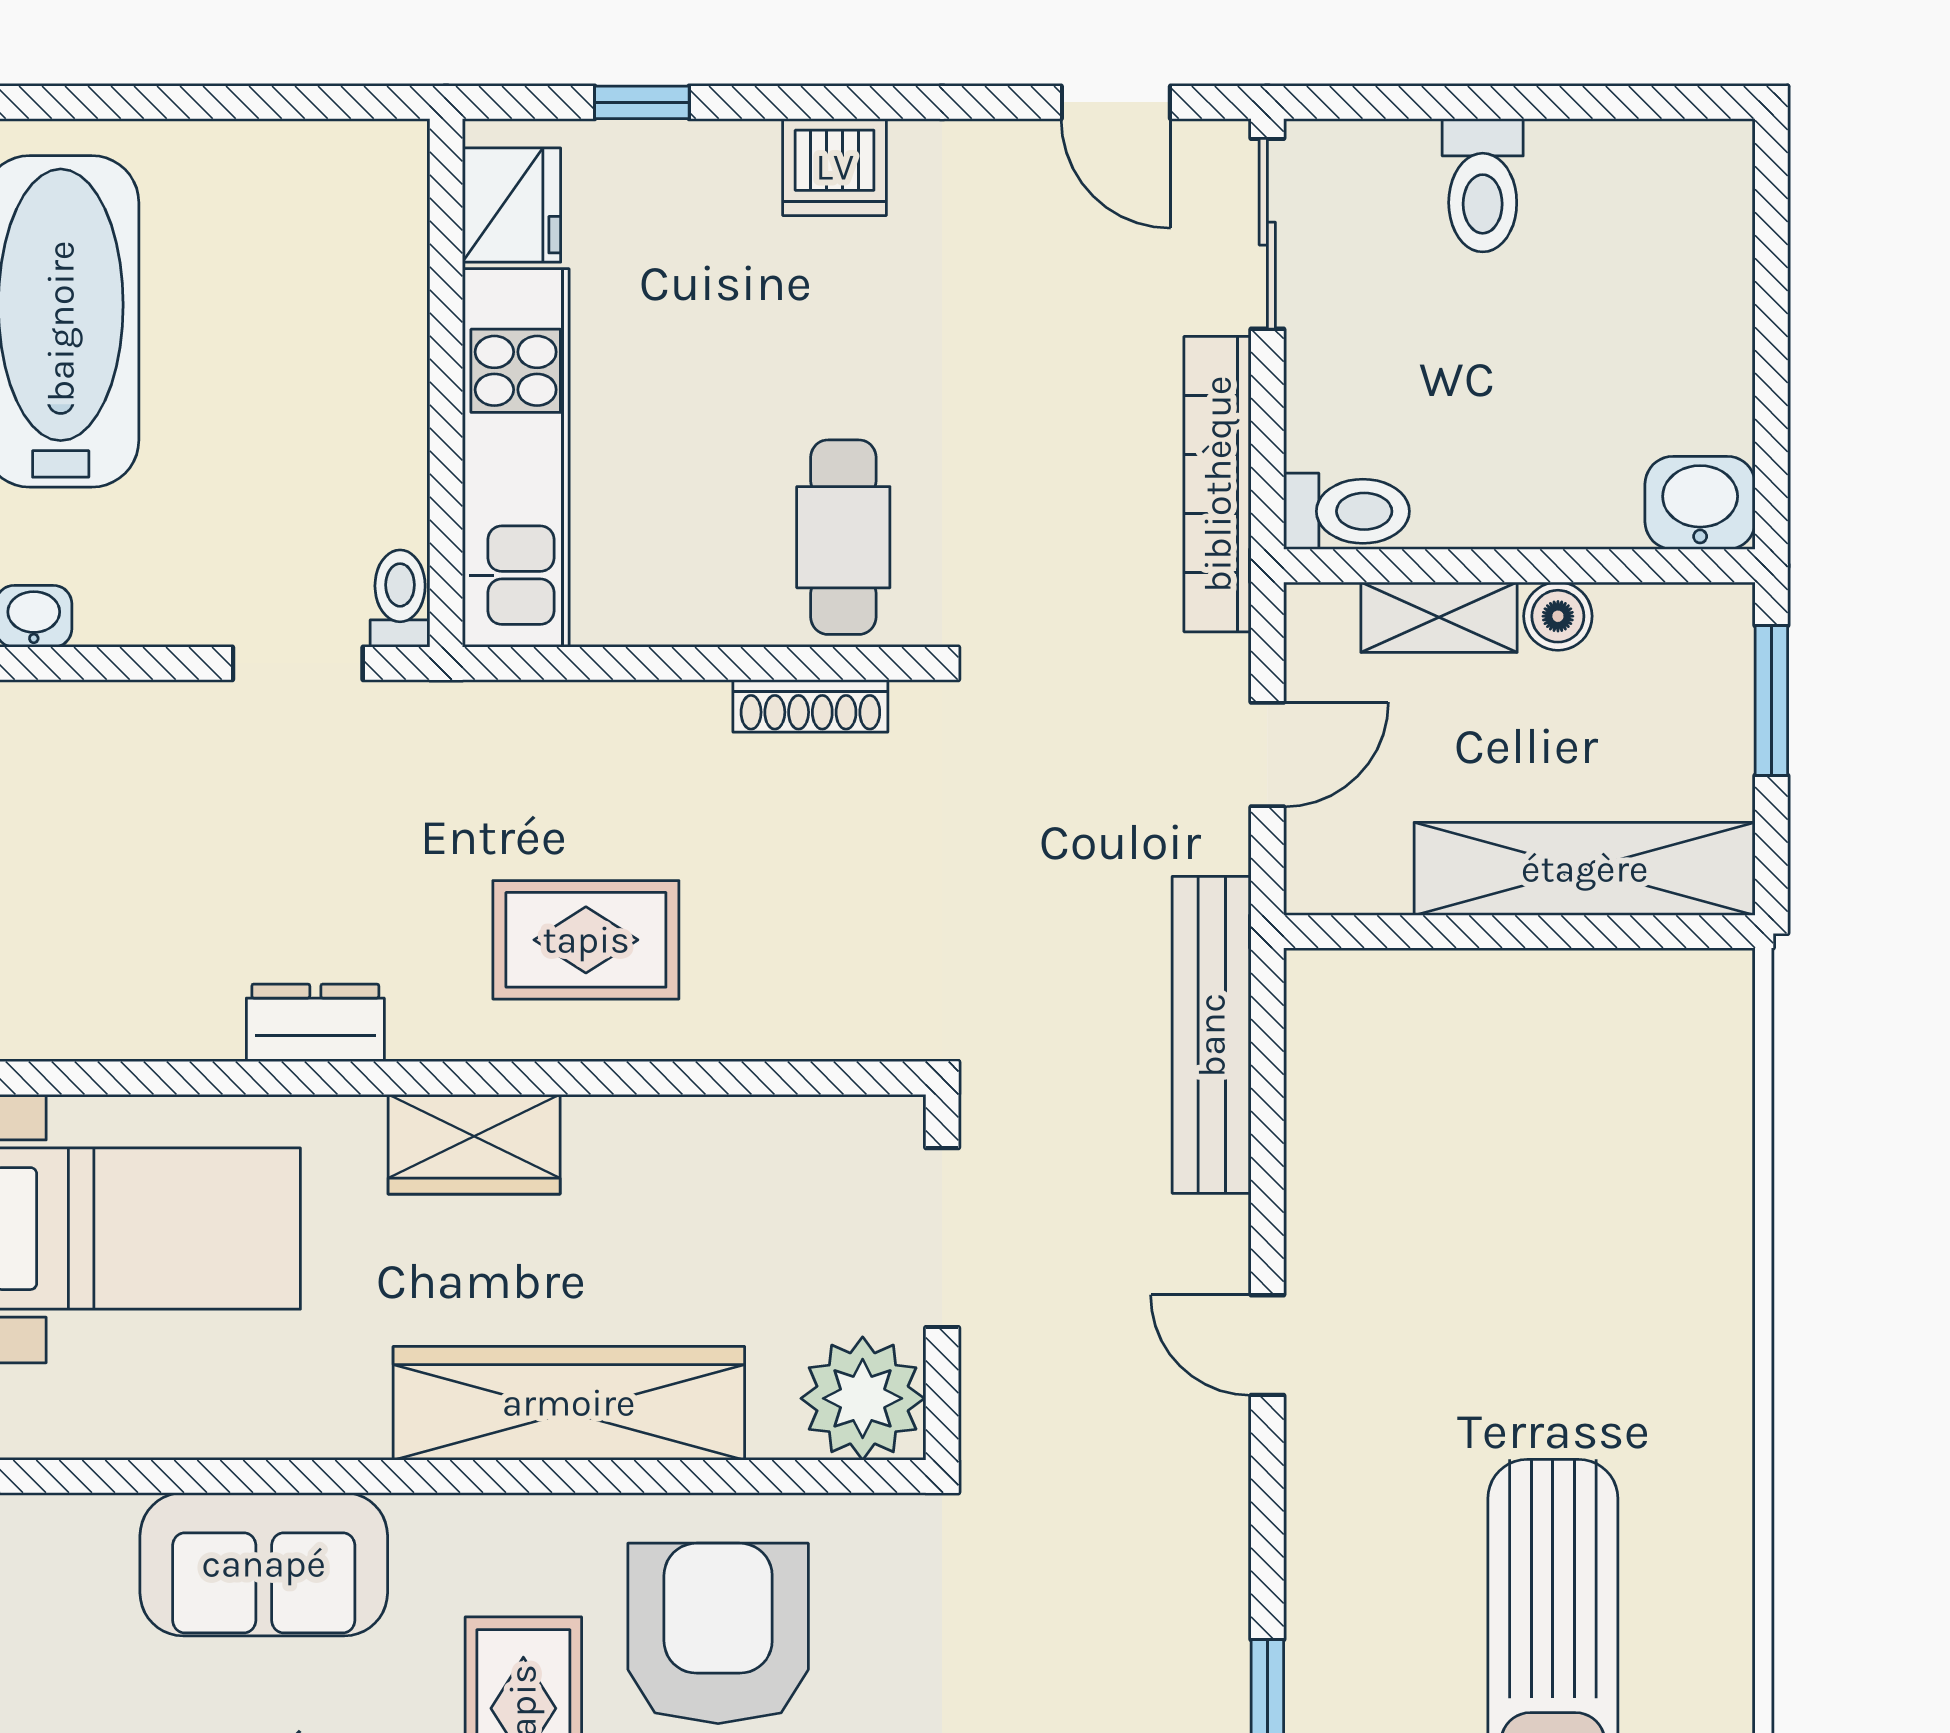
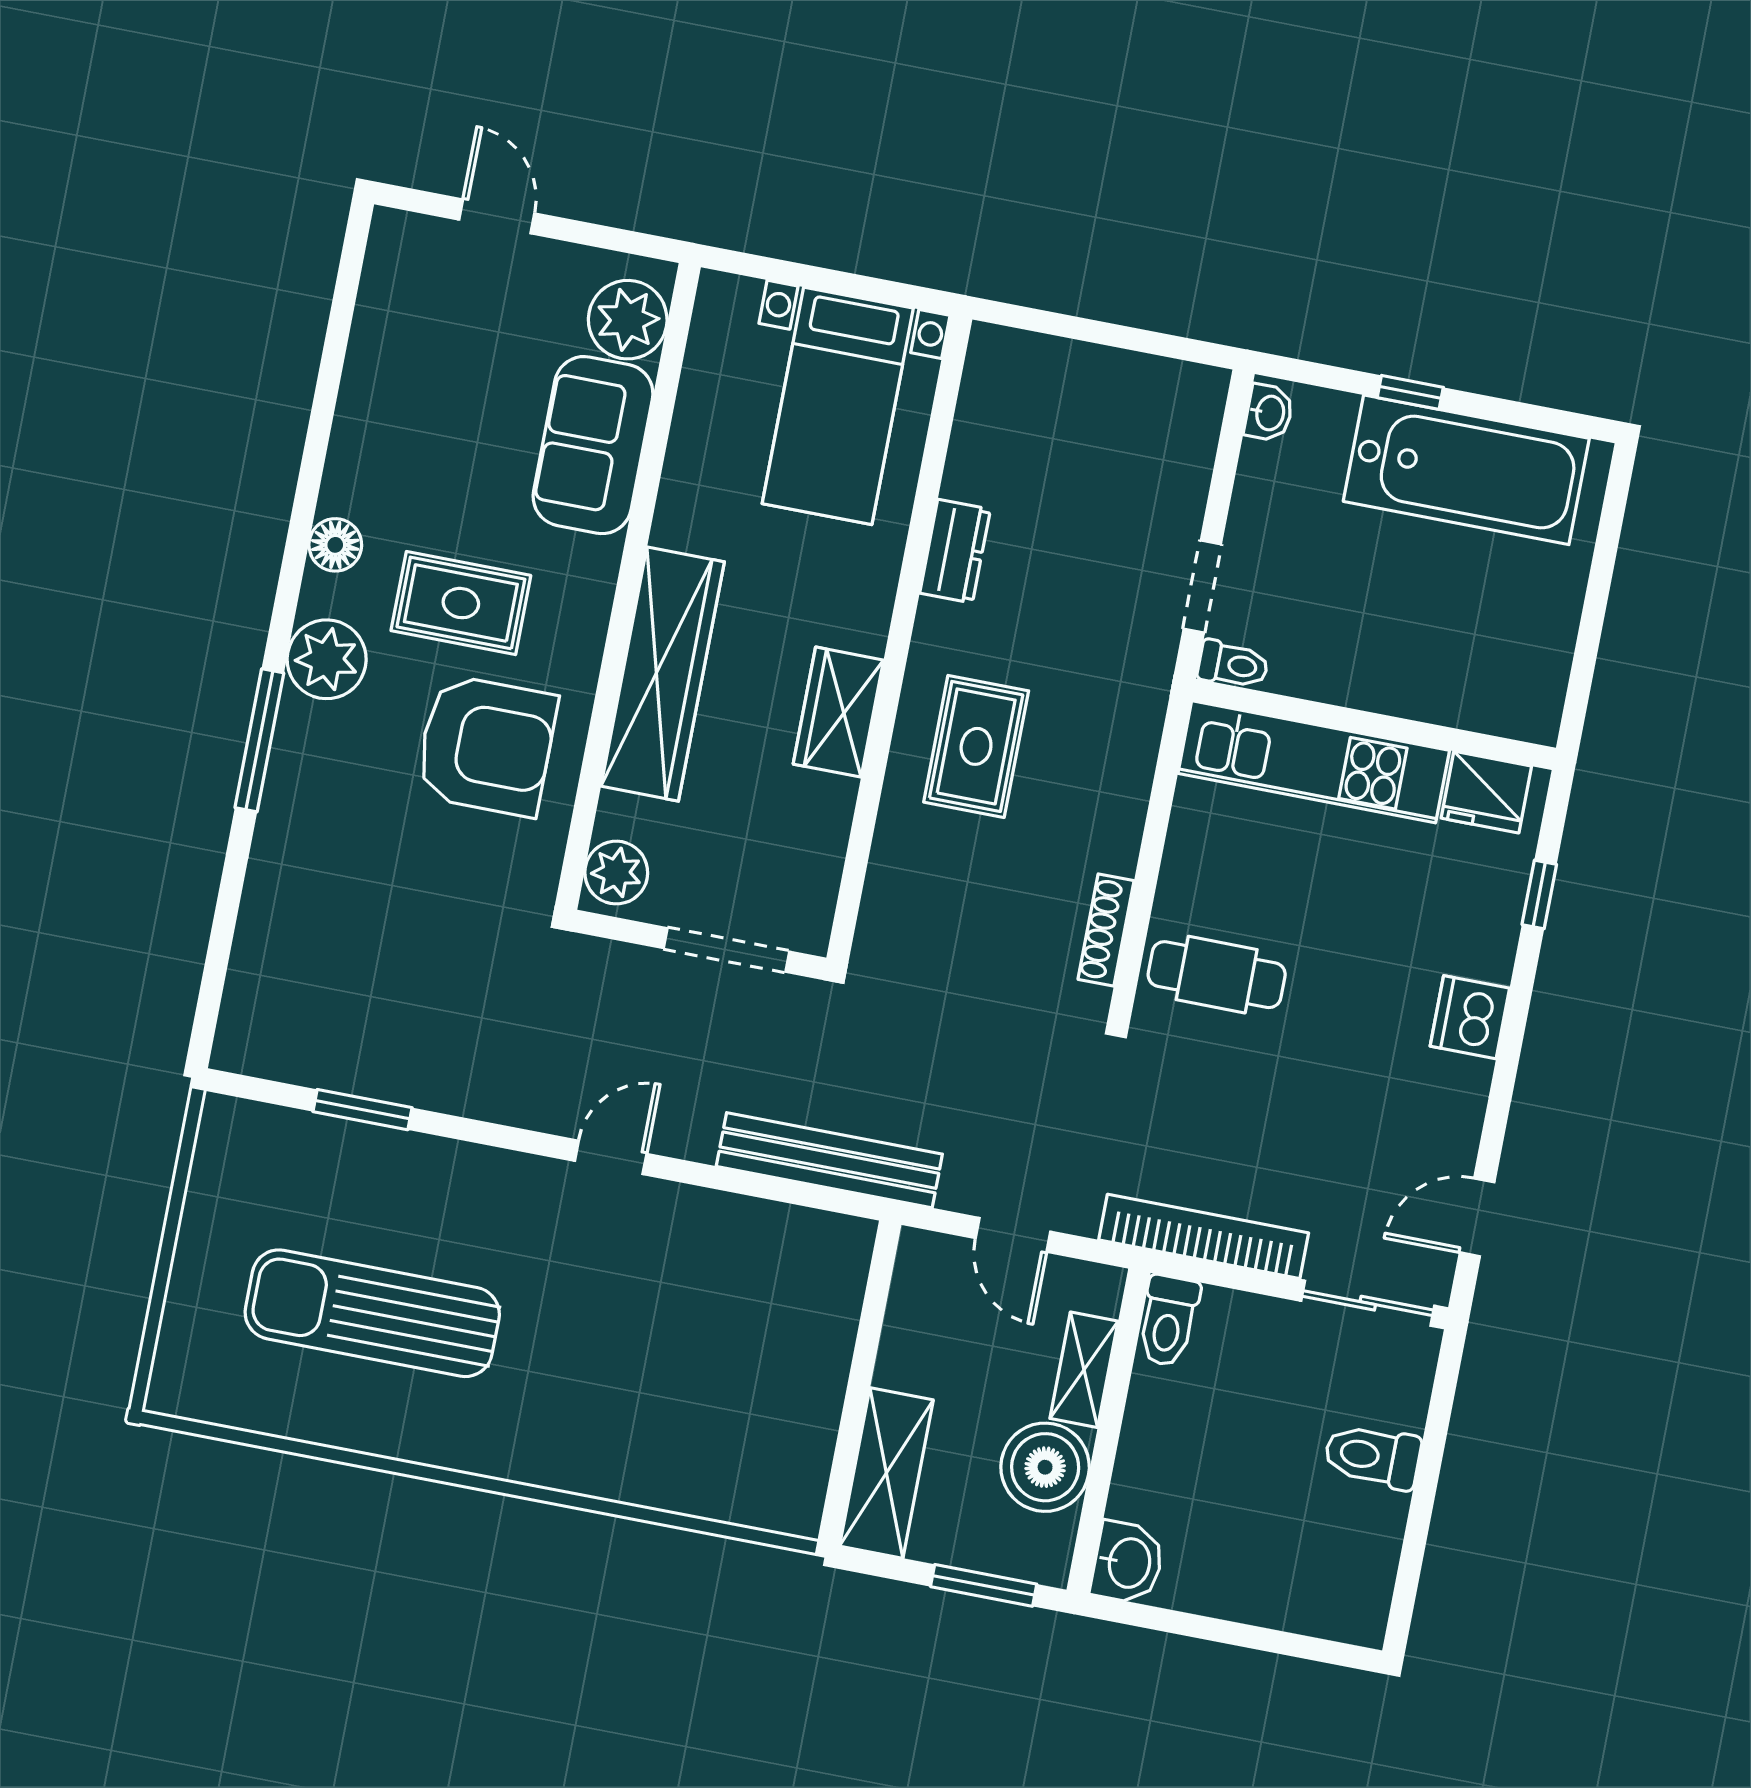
boiler: (1558, 616) -> (1045, 1467), width x1.86, depth x1.86
shelving: (1585, 869) -> (886, 1473), width x0.68
wardrobe: (474, 1144) -> (838, 712), moved
plant: (863, 1398) -> (616, 873), width x0.73, depth x0.73
plant: (77, 1549) -> (628, 320), added

